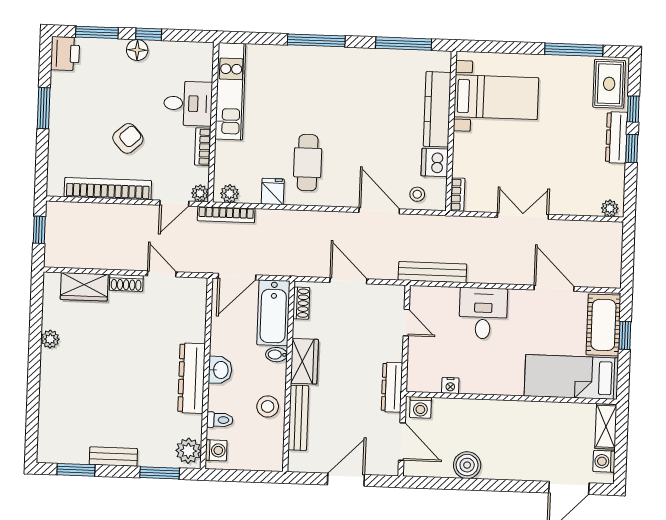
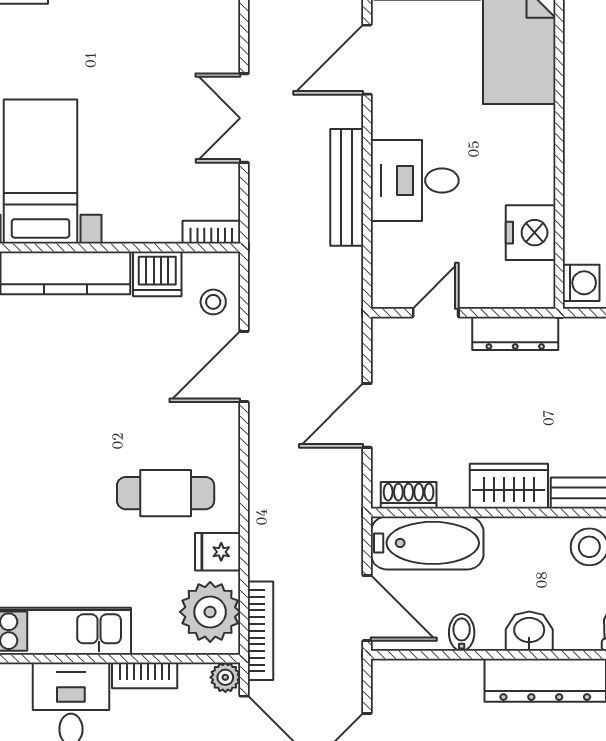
plant: (230, 194) -> (210, 612), width x1.87, depth x1.87
bench: (432, 272) -> (347, 187), moved
bidet: (276, 355) -> (462, 632), moved, turned 180
nightstand: (450, 386) -> (531, 233), width x1.89, depth x1.79
dresser: (392, 387) -> (515, 333), moved

